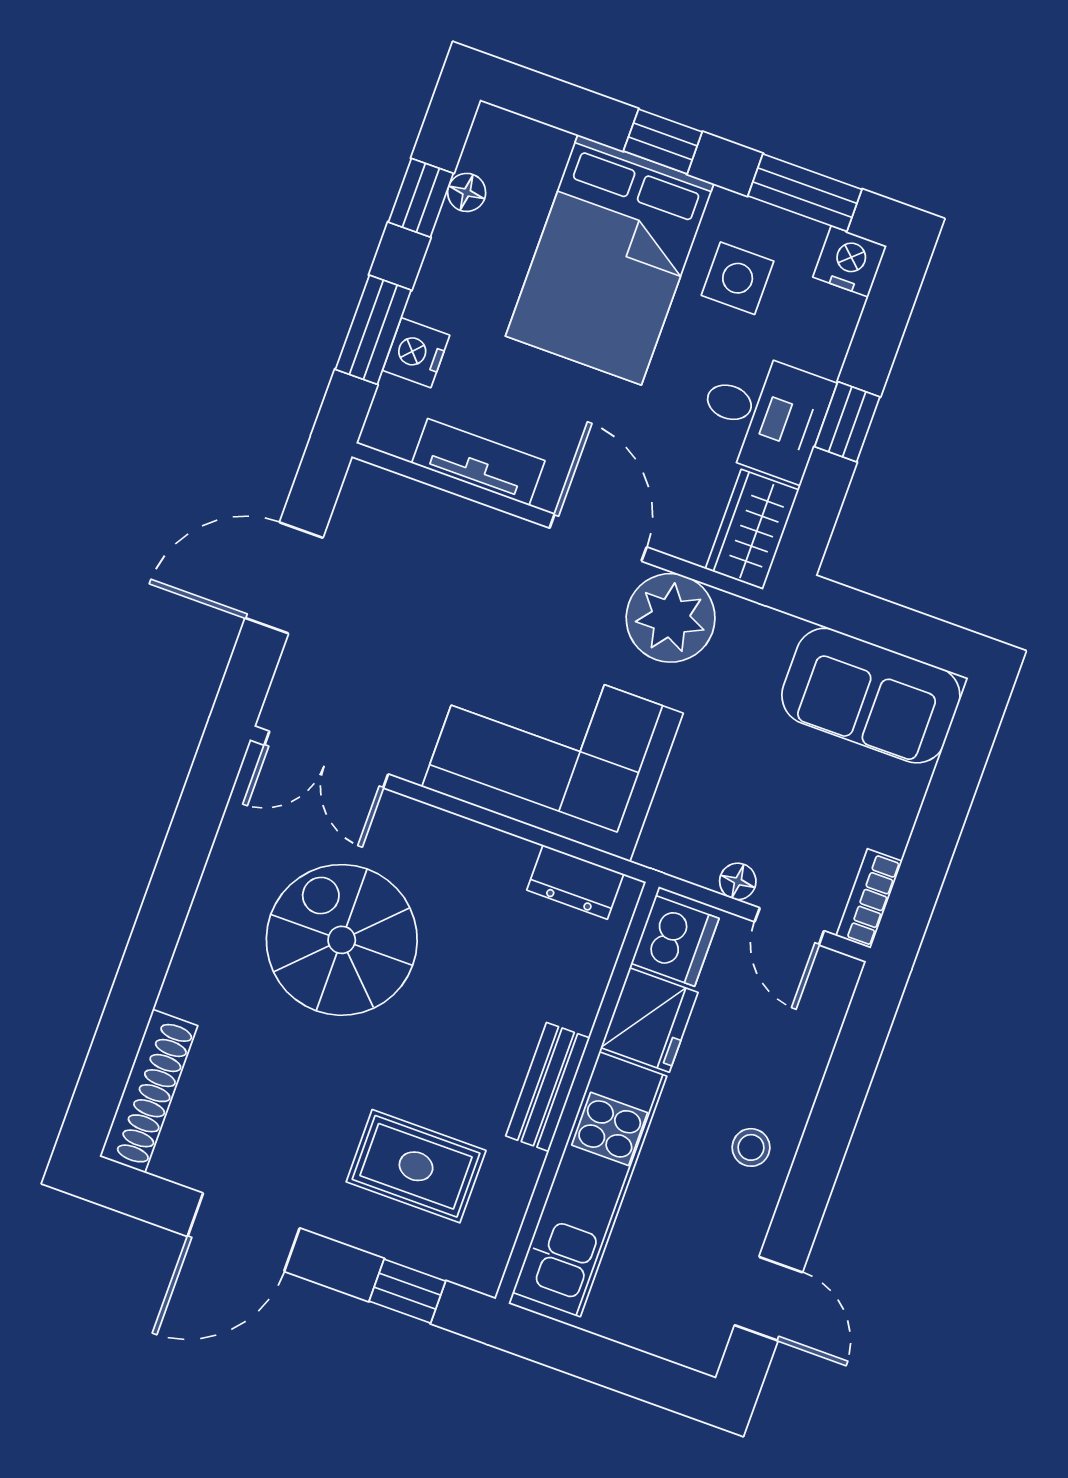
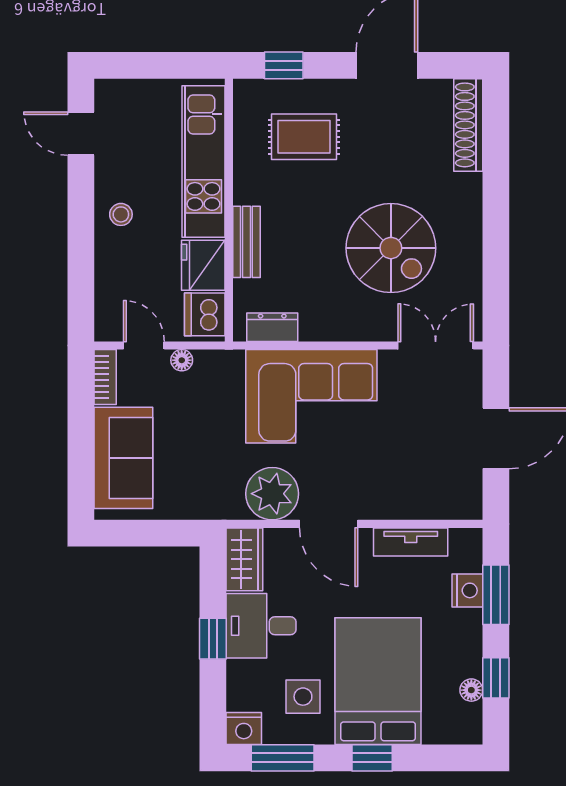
sofa: (871, 696) -> (123, 458), moved, turned 90
bench: (548, 1087) -> (246, 242), moved

